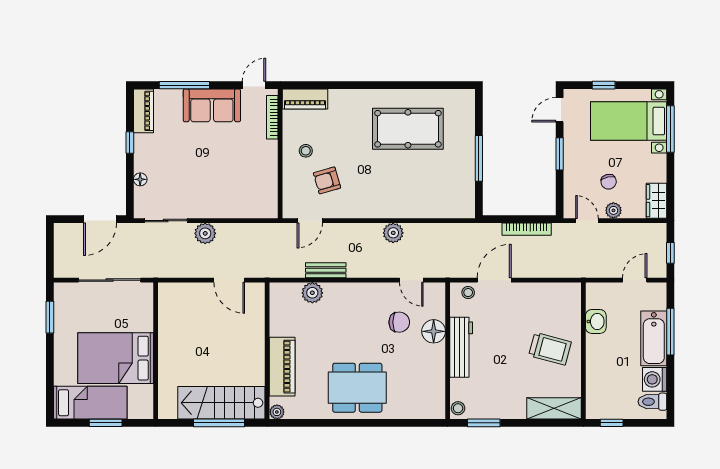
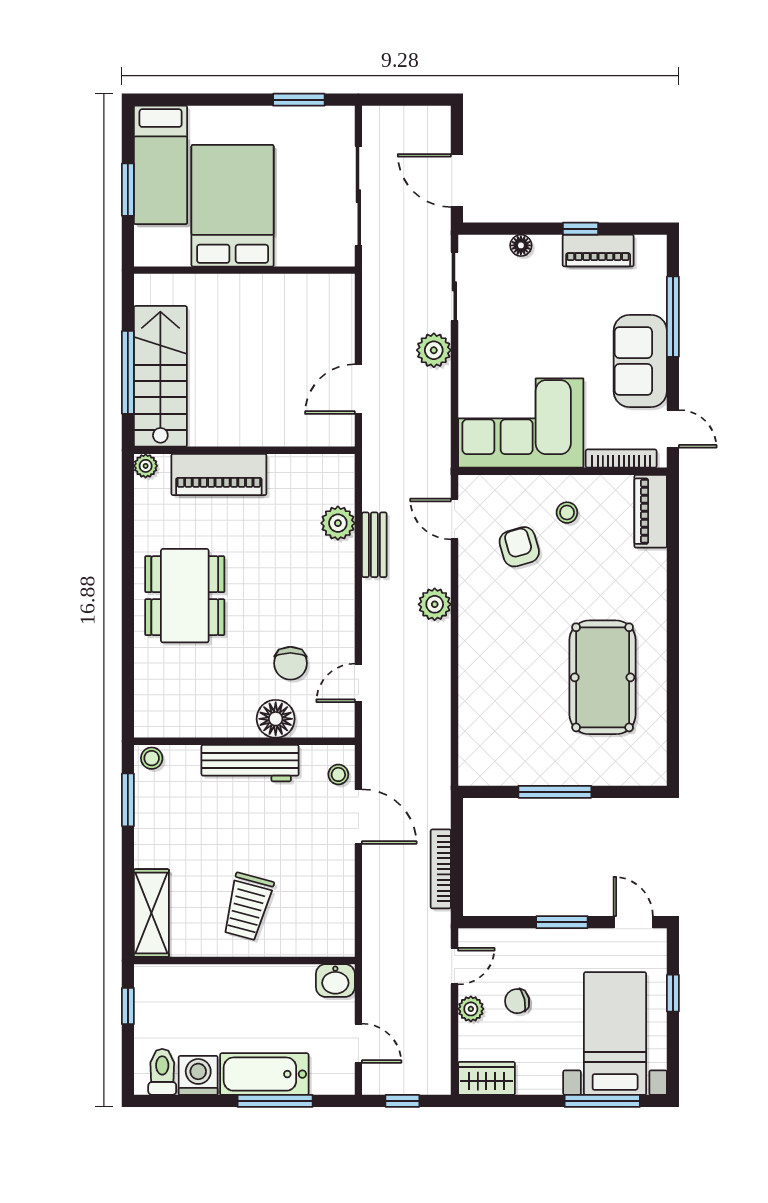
piano: (143, 111) -> (598, 251), moved
corner sofa: (250, 180) -> (521, 423), added
plant: (393, 233) -> (435, 604), moved
washbasin: (596, 321) -> (335, 981), moved

